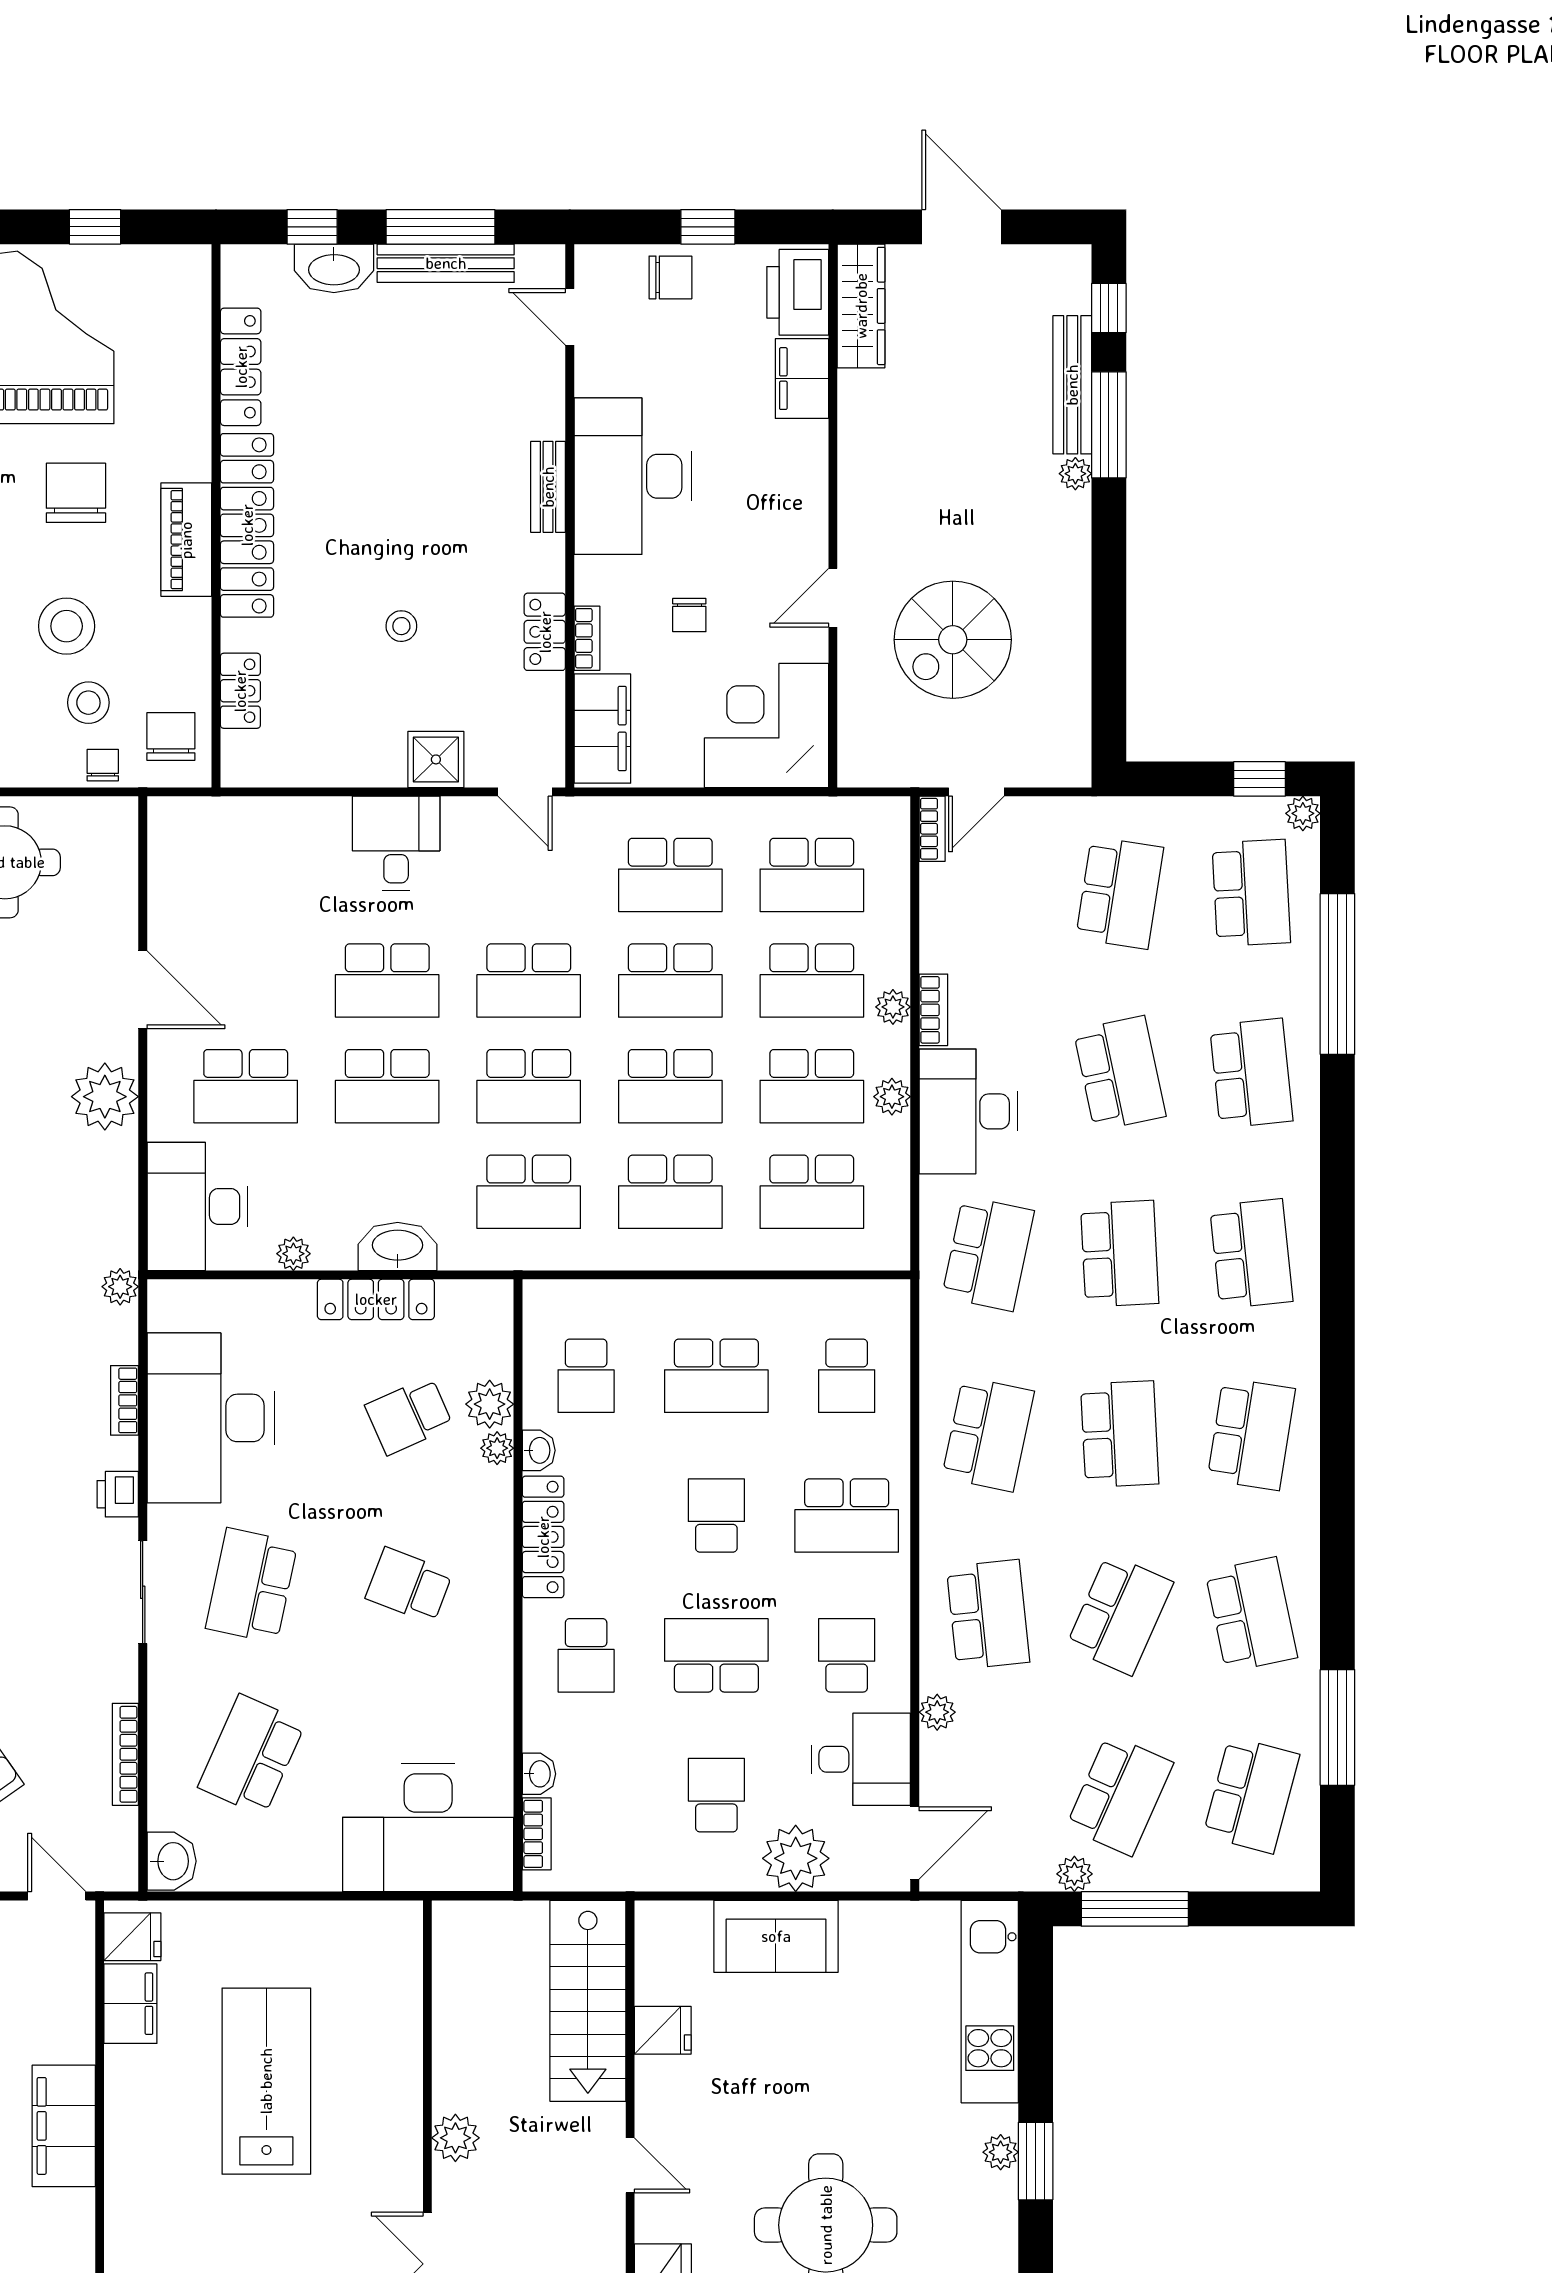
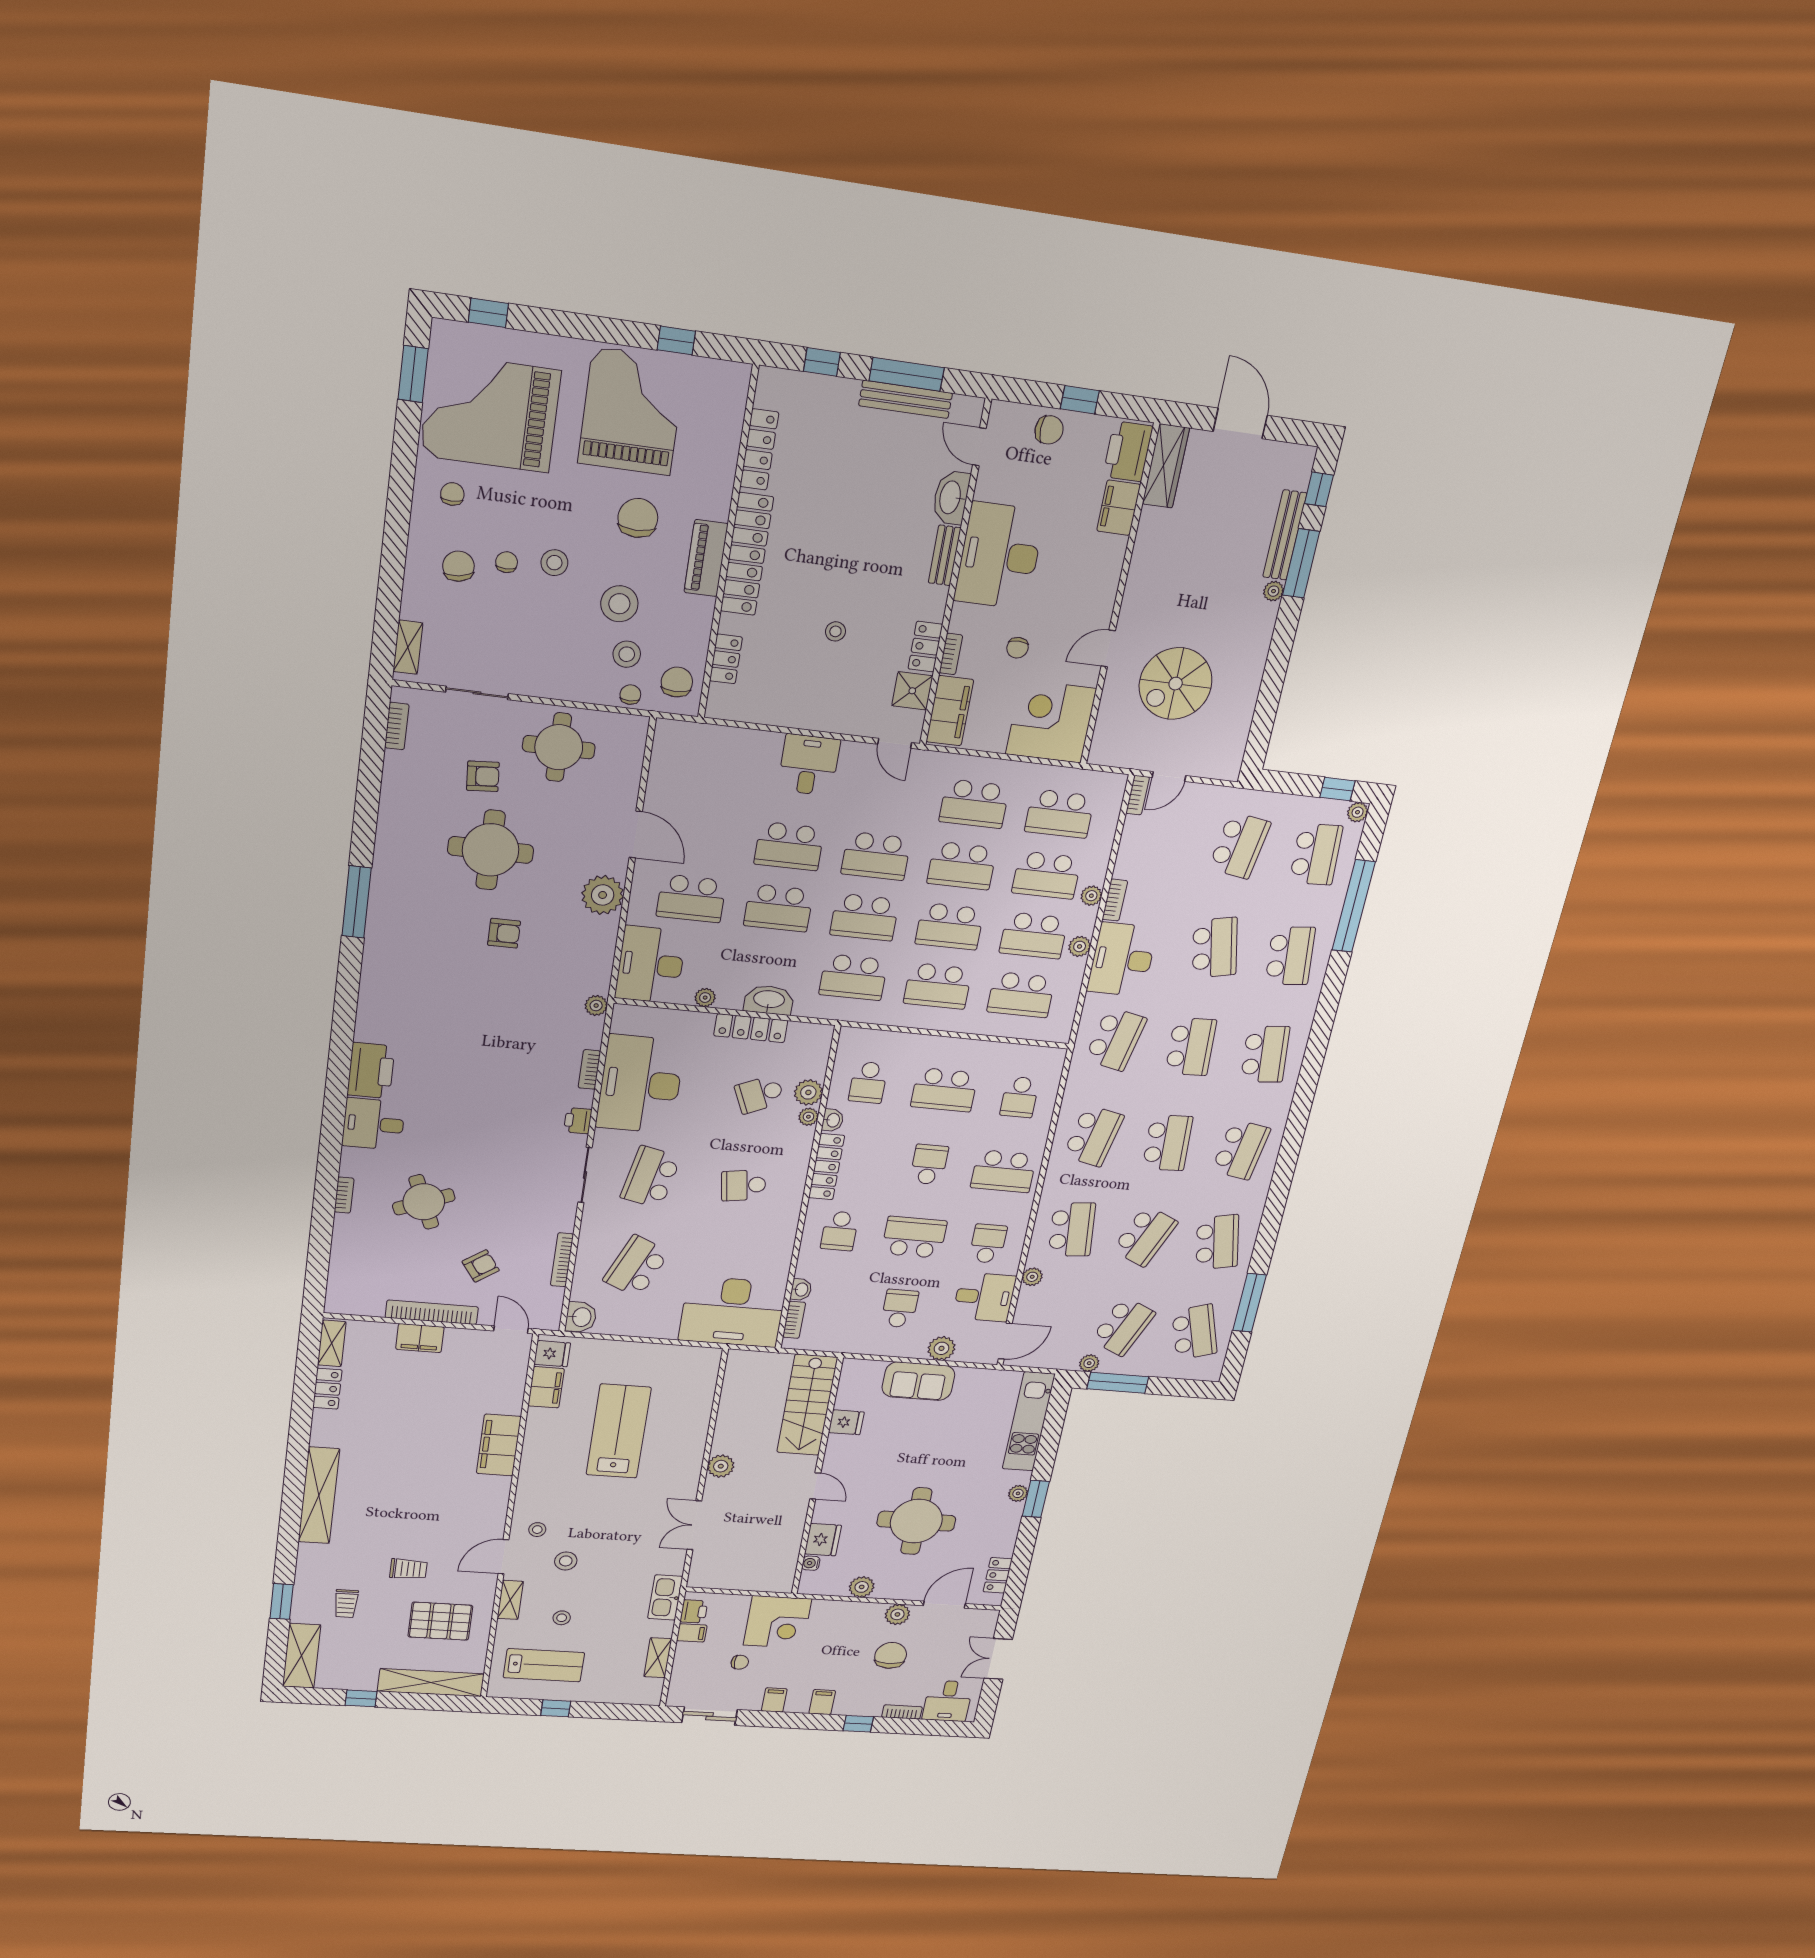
washbasin: (334, 268) -> (951, 497), moved, turned 90
shower: (436, 759) -> (912, 691), moved
school desk: (409, 1585) -> (743, 1185), turned -30
school desk: (1251, 1795) -> (1194, 1332), turned -33
plant: (796, 1858) -> (941, 1348), width x0.73, depth x0.73

